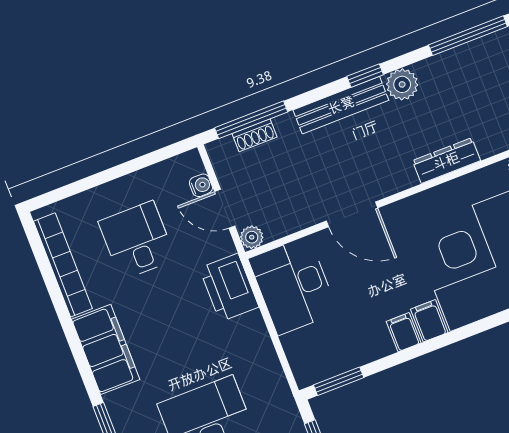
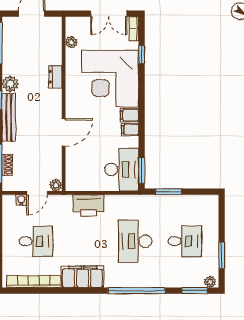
dresser: (446, 161) -> (55, 77), width x0.70
desk: (137, 240) -> (36, 241), turned 180
desk: (293, 285) -> (122, 170), moved, turned -90
printer: (229, 287) -> (88, 206), moved

